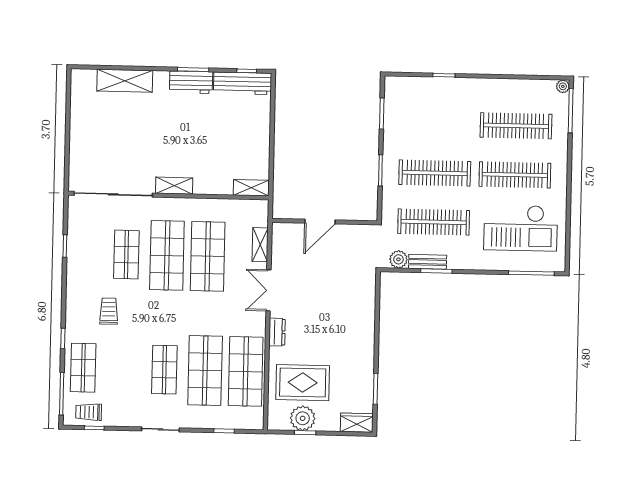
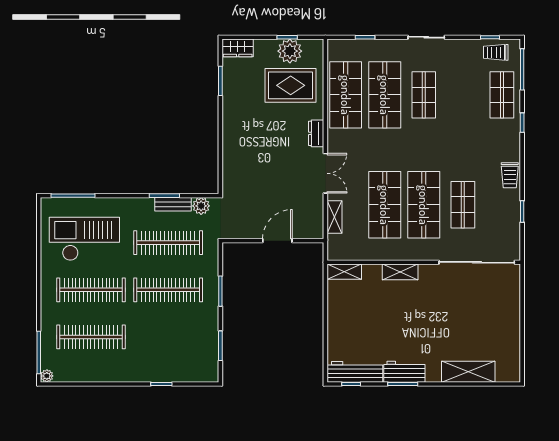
shelving: (174, 186) -> (400, 272), moved
trolley: (109, 311) -> (510, 175), moved
trolley: (89, 412) -> (496, 52), turned 180

